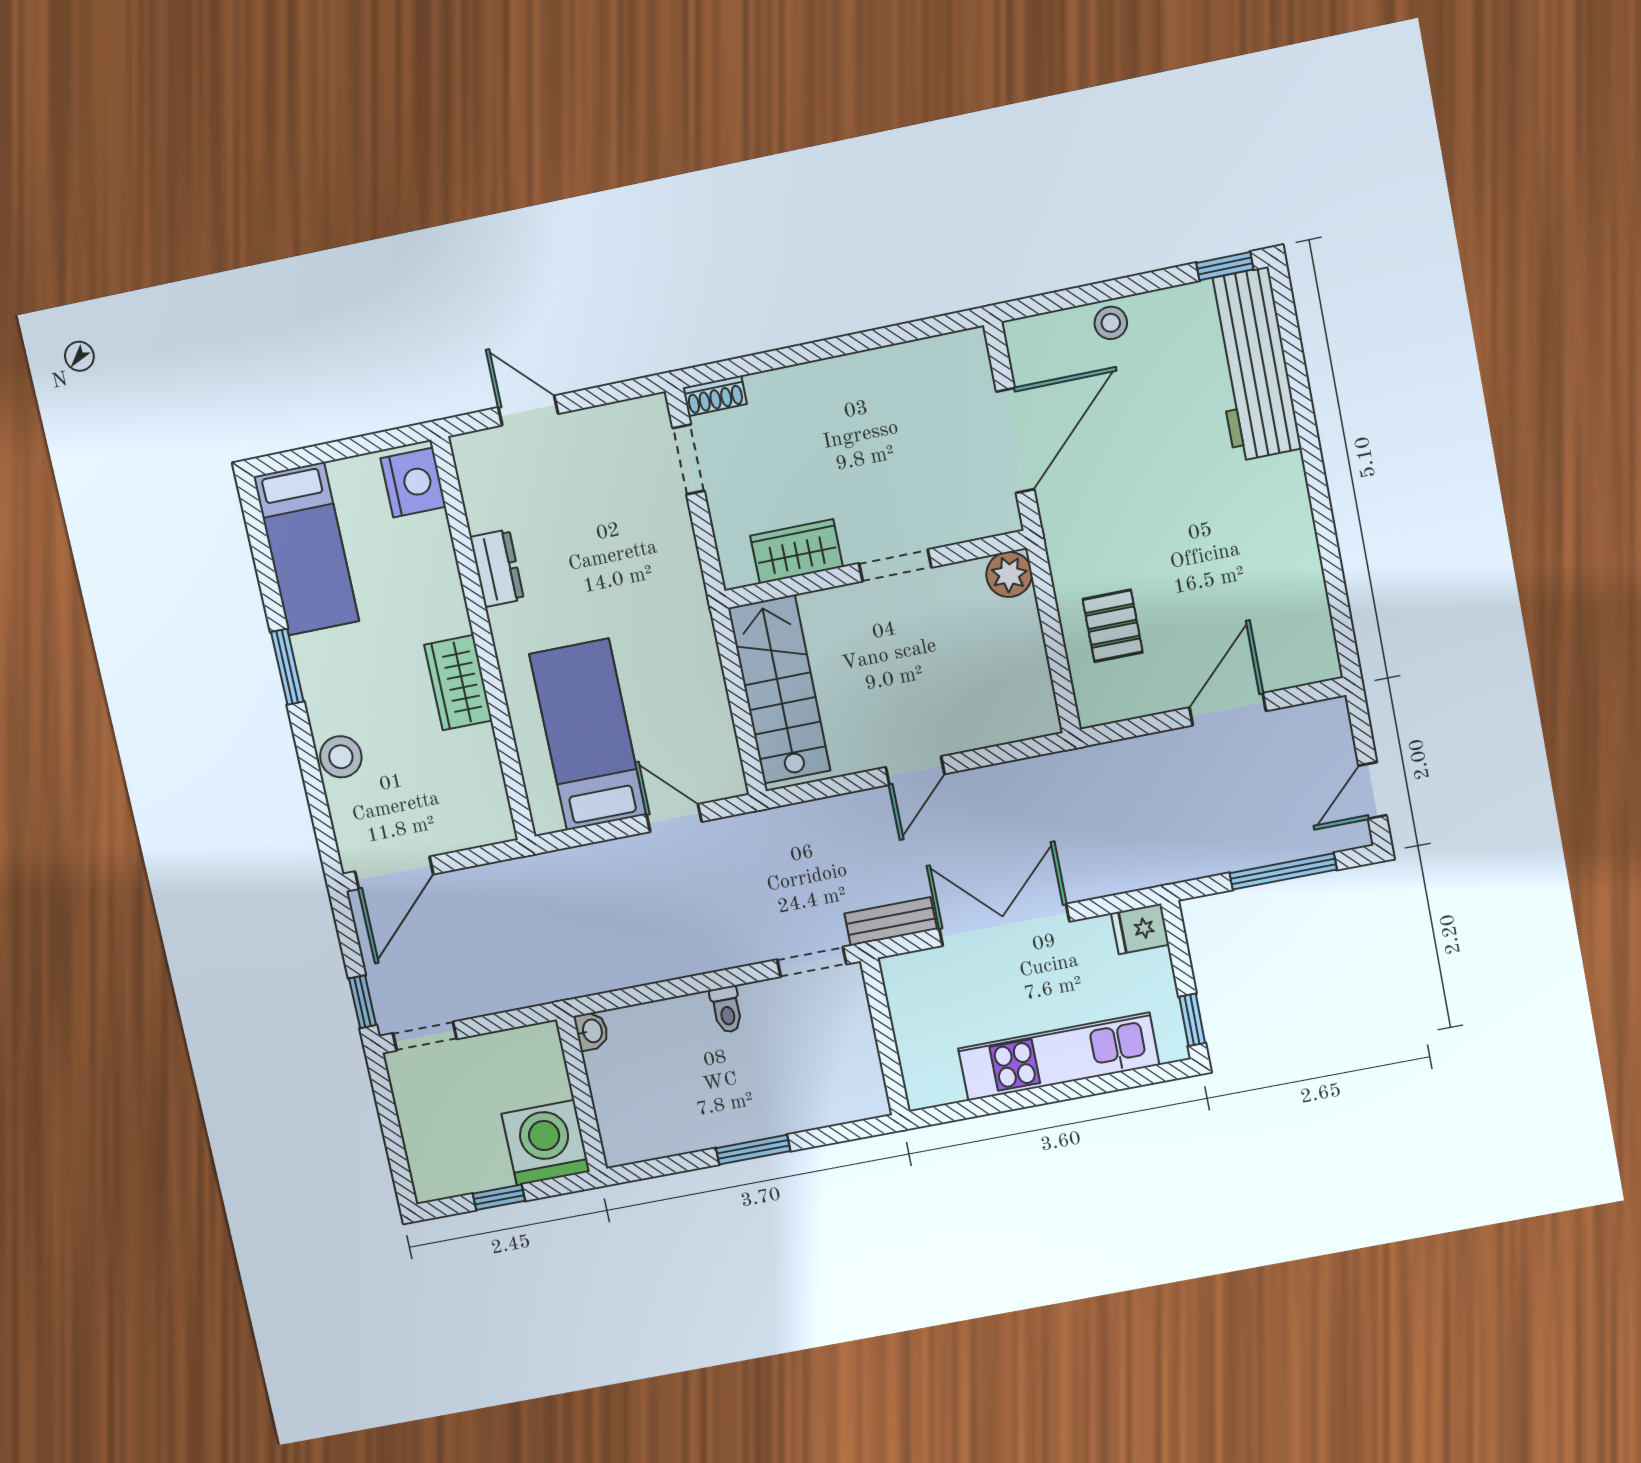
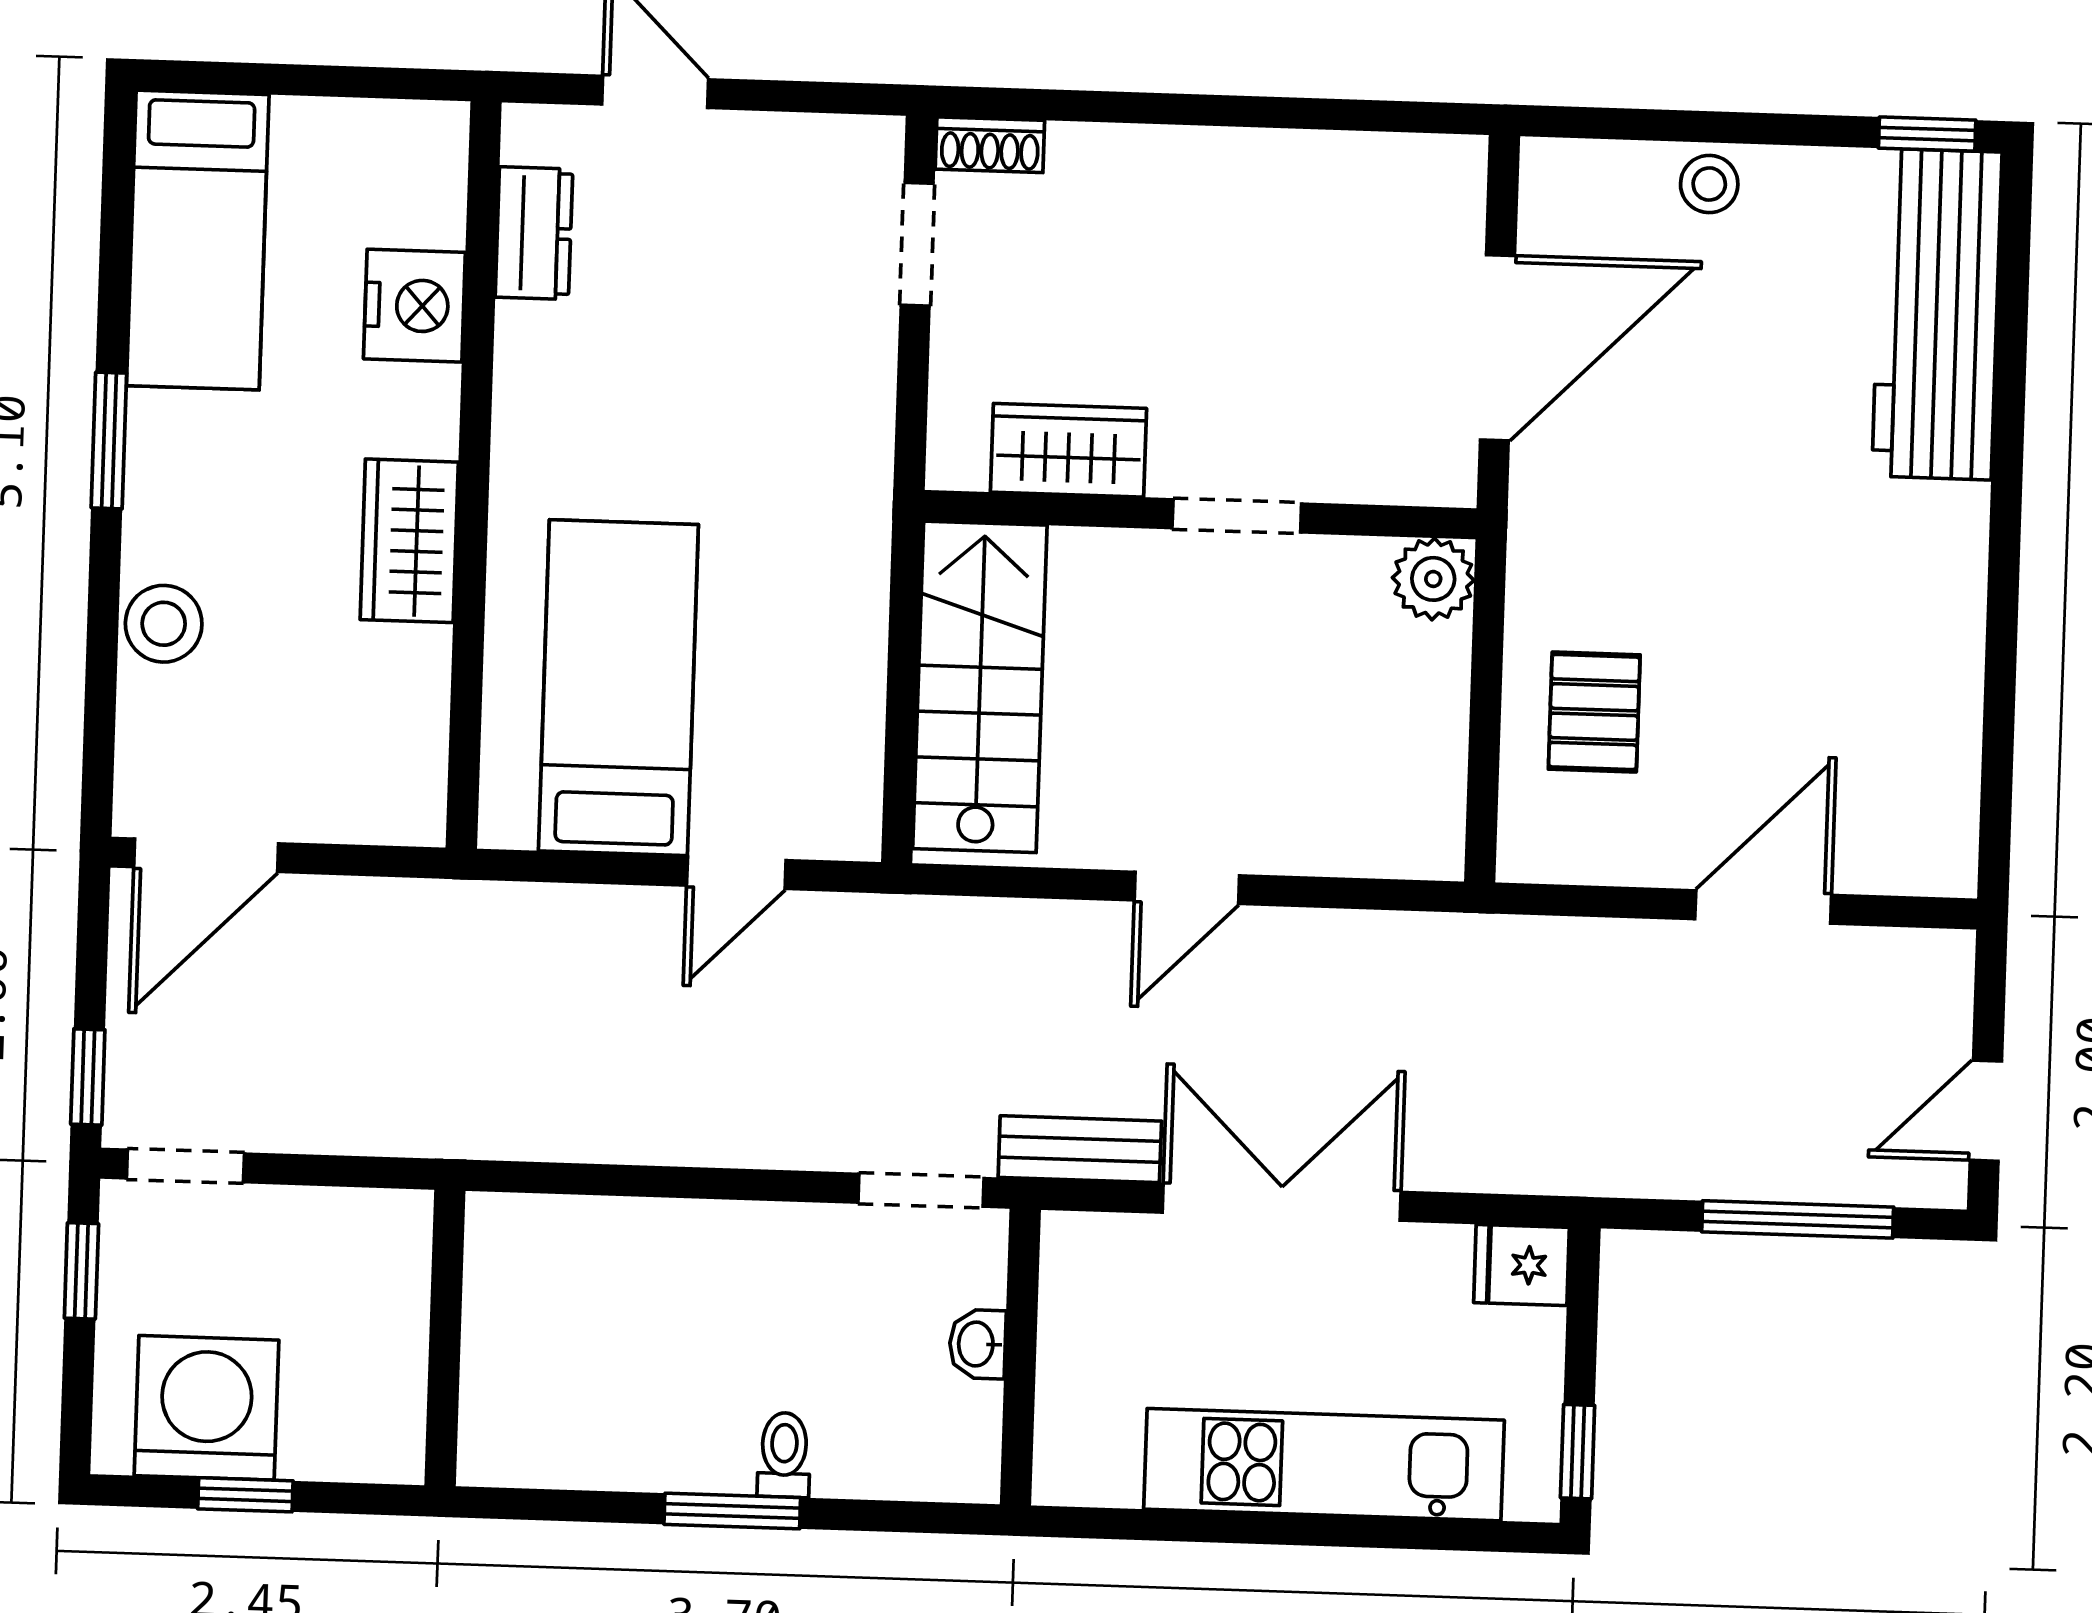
nightstand: (413, 483) -> (414, 306), moved
dresser: (497, 568) -> (534, 233), moved
door: (674, 818) -> (736, 873), swing flipped
toilet: (727, 1010) -> (784, 1455), moved, turned 180
washbasin: (592, 1031) -> (977, 1344), moved, turned 180
window: (385, 1102) -> (81, 1271), added
washing machine: (546, 1143) -> (207, 1408), moved

